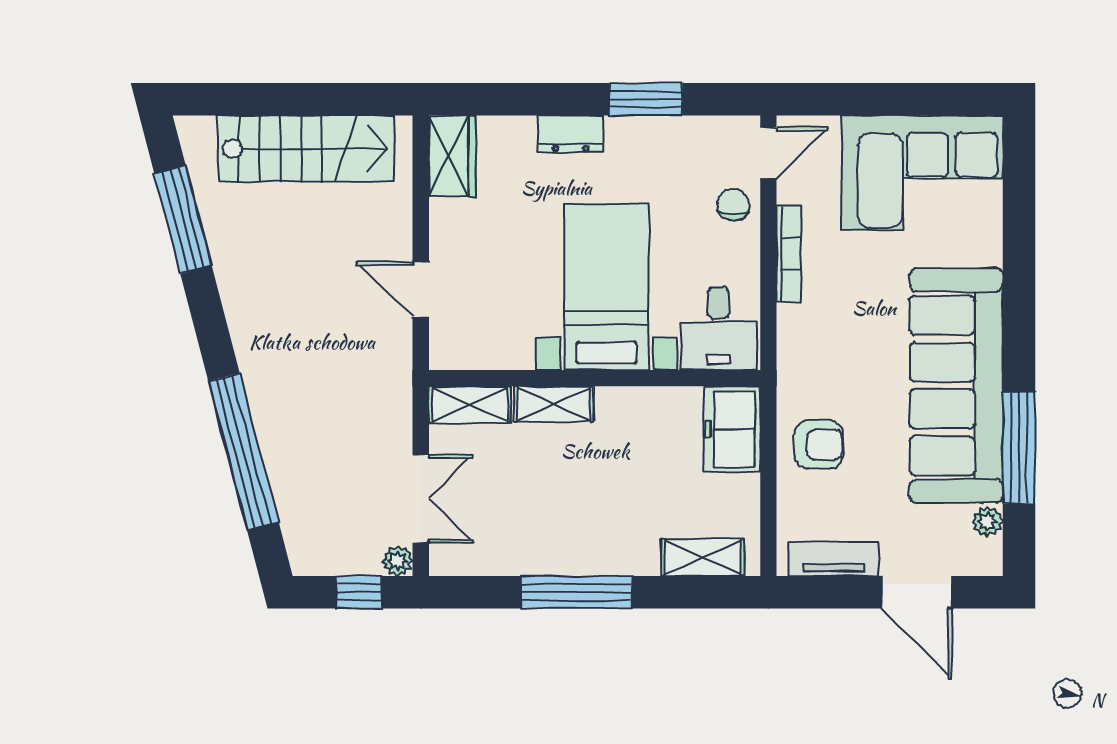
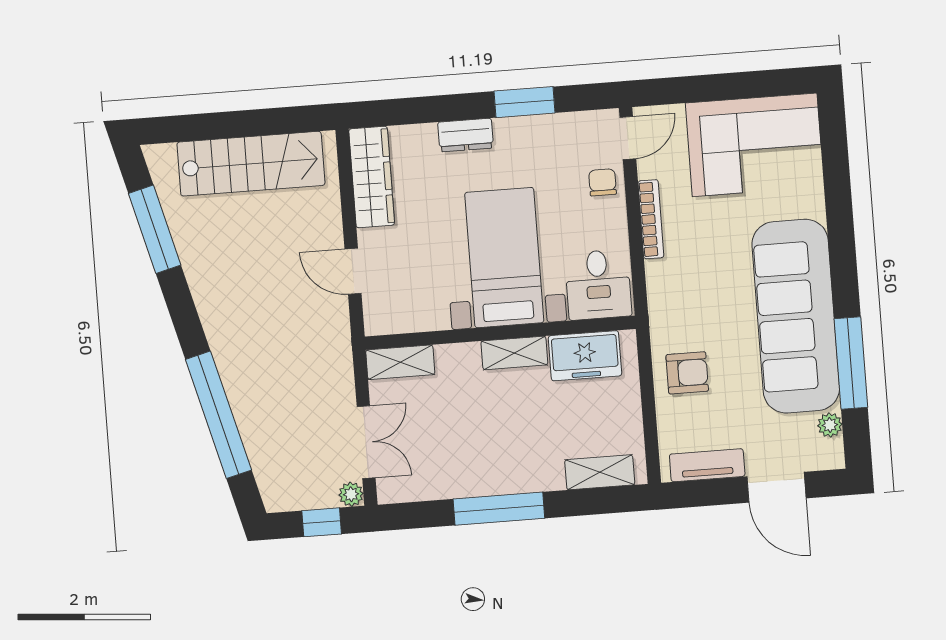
wardrobe: (452, 156) -> (372, 177), width x1.50
shelving: (554, 404) -> (514, 353), moved
freezer: (732, 429) -> (585, 356), moved, turned -90

